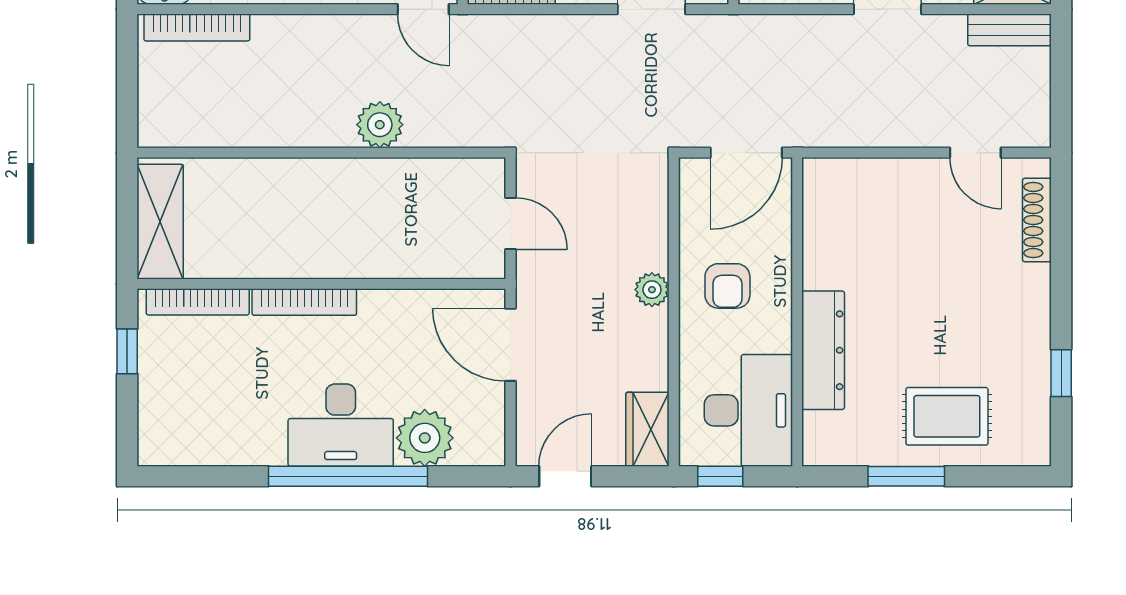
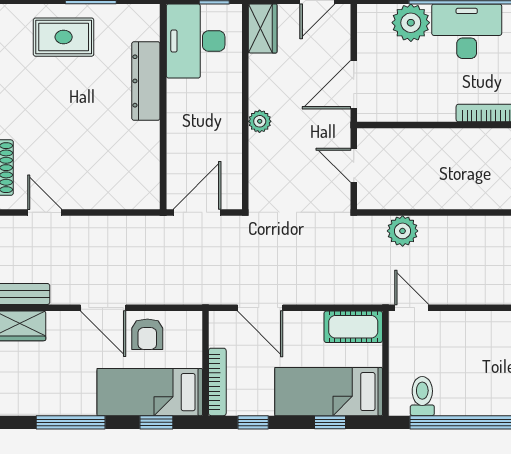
plant: (380, 125) -> (403, 231), moved
armchair: (727, 286) -> (210, 124), removed
door: (510, 345) -> (354, 85), swing flipped

